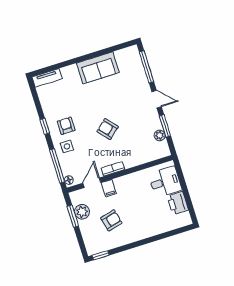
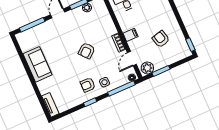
door: (92, 183) -> (132, 59), hinge flipped
filing cabinet: (109, 188) -> (131, 35), moved
plant: (82, 212) -> (147, 68), moved

